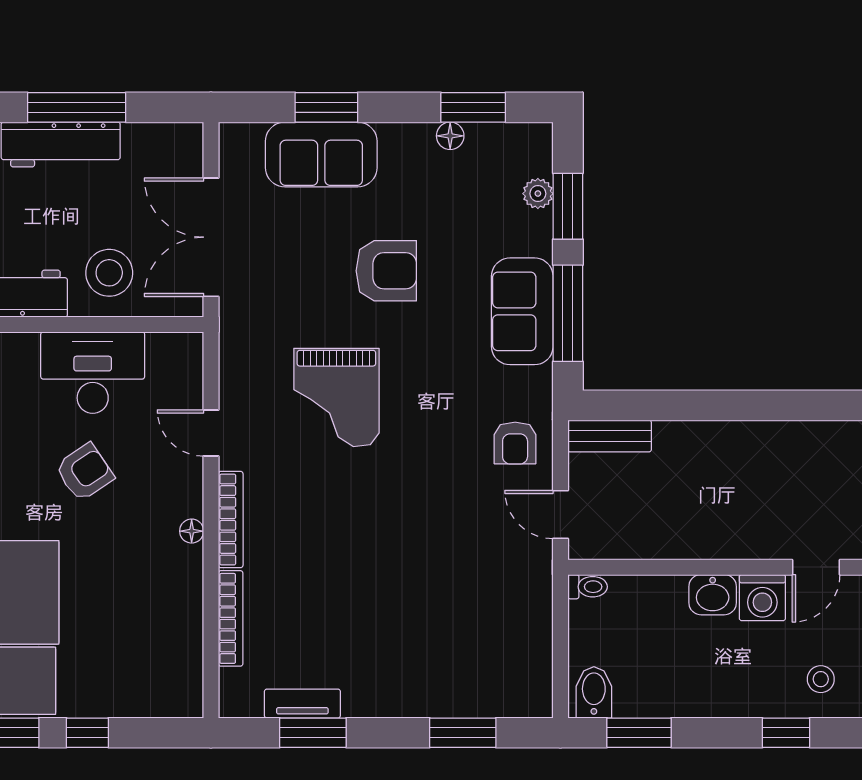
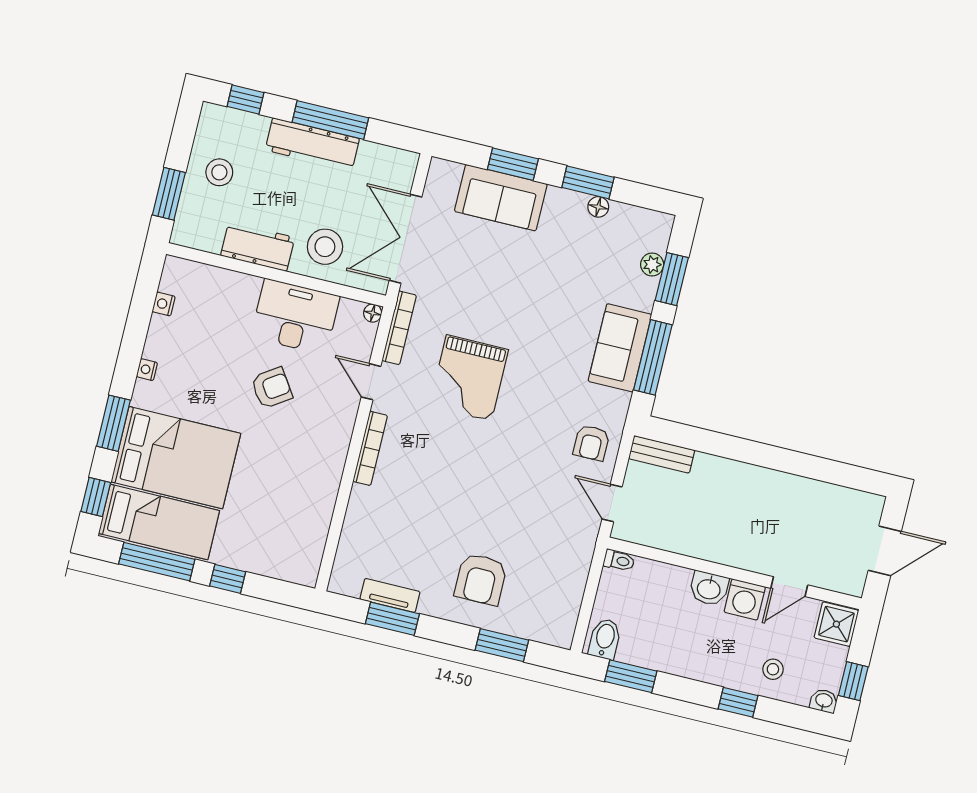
window: (473, 107) -> (588, 182), moved
armchair: (386, 271) -> (481, 579), moved, turned 90
floor lamp: (192, 531) -> (373, 313), moved
bookcase: (231, 618) -> (399, 328), moved

